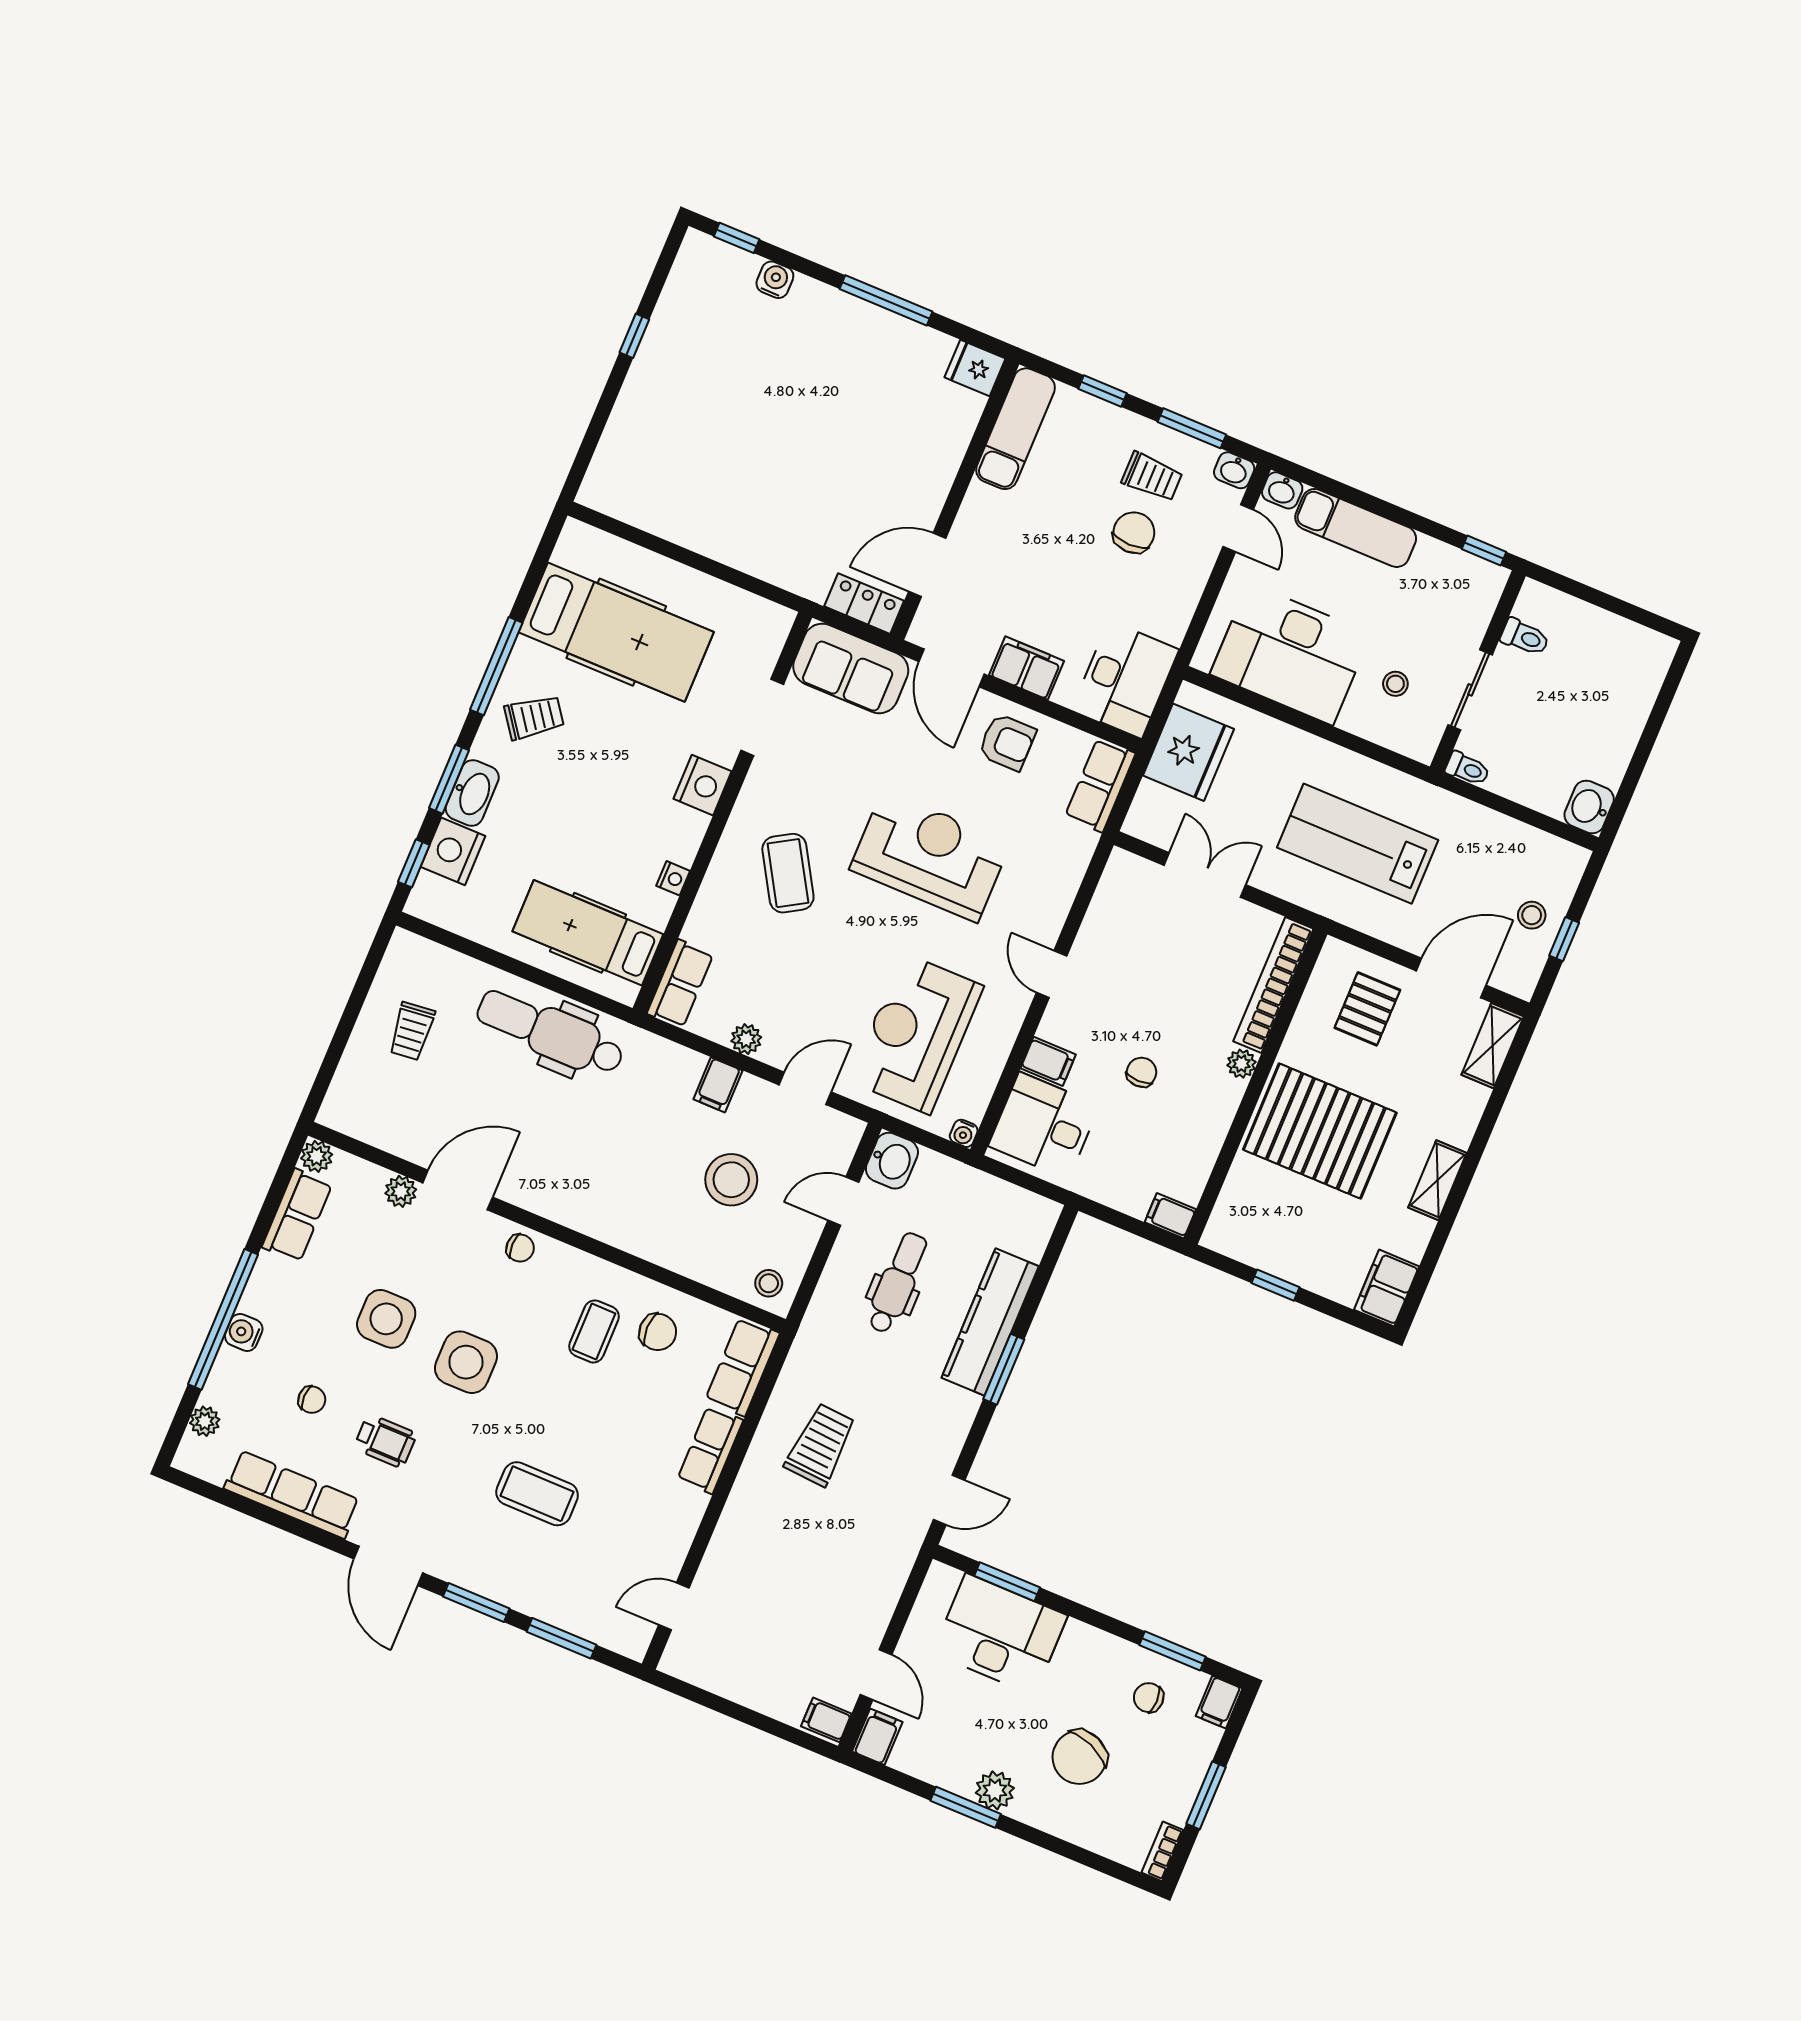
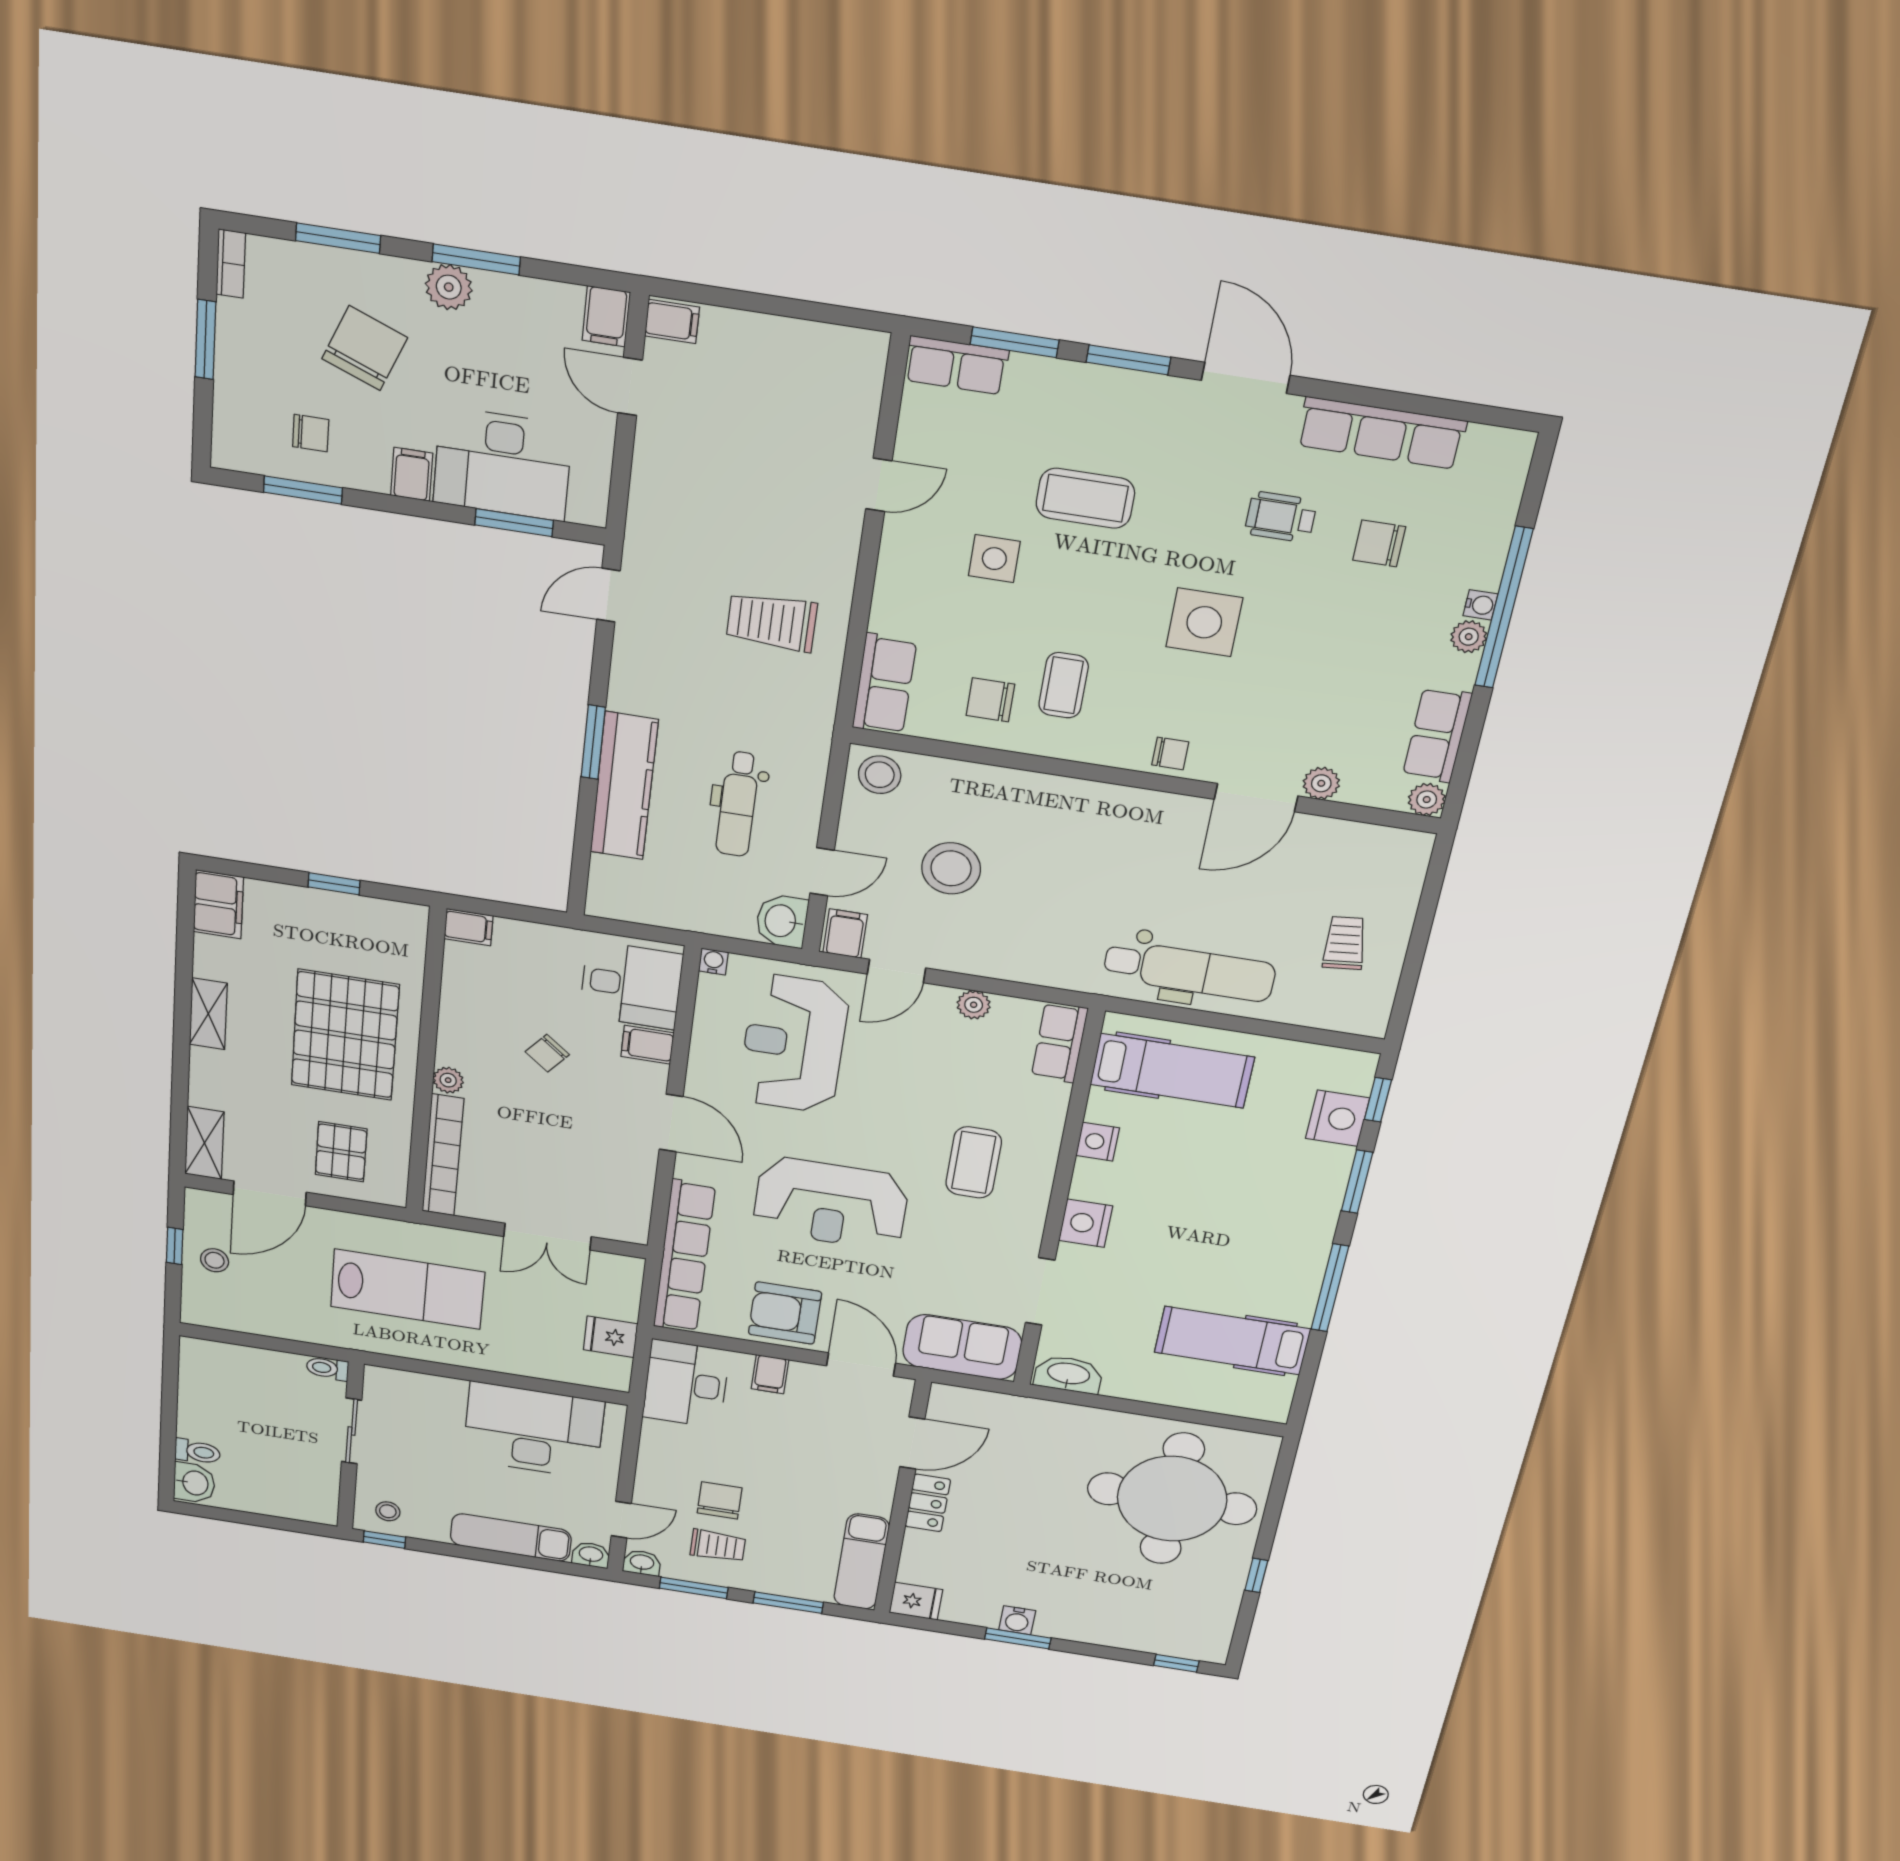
water cooler: (775, 280) -> (1017, 1620), moved
window: (886, 300) -> (1018, 1638), width x0.69
window: (1103, 391) -> (788, 1603), width x1.50
round table: (695, 447) -> (1172, 1499), added
trolley: (1152, 477) -> (718, 1546), turned 180
door: (1238, 528) -> (621, 1520), swing flipped
chair: (1134, 533) -> (720, 1500), turned 180
locker: (864, 604) -> (928, 1503), moved, turned -90
hospital bed: (616, 632) -> (1232, 1341), width x0.73, depth x0.78
toilet: (1525, 637) -> (198, 1452), moved, turned 180
filing cabinet: (1027, 668) -> (770, 1374), width x0.50
stool: (1395, 684) -> (388, 1511), moved
trolley: (534, 717) -> (1279, 1251), removed
armchair: (1007, 742) -> (785, 1313), width x1.38, depth x1.38
fridge: (1188, 752) -> (611, 1337), width x0.53, depth x0.75
row of seats: (1100, 785) -> (684, 1257), width x2.02
washbasin: (472, 793) -> (1068, 1374), moved, turned 90
washbasin: (1589, 807) -> (194, 1483), moved
coffee table: (788, 873) -> (974, 1162), turned 31
nightstand: (673, 878) -> (1098, 1142), width x1.39, depth x1.35
door: (1052, 974) -> (671, 1123), width x1.38
reception desk: (917, 1034) -> (794, 1044), turned 180
chair: (1141, 1072) -> (547, 1053), turned 39
filing cabinet: (718, 1085) -> (845, 934), moved
pallet: (1320, 1131) -> (345, 1035), turned 90
chair: (520, 1248) -> (1170, 753), turned 180
stool: (769, 1283) -> (880, 775), width x1.37, depth x1.37
side table: (386, 1319) -> (994, 559), moved, width x0.73, depth x0.73
water cooler: (244, 1332) -> (1480, 605), width x0.72, depth x0.72
chair: (312, 1400) -> (1379, 543), width x1.37, depth x1.37
plant: (205, 1421) -> (1469, 637), moved
trolley: (820, 1445) -> (772, 622), turned 86
row of seats: (710, 1450) -> (956, 365), moved, turned 90
door: (674, 1606) -> (879, 485), moved
filing cabinet: (1219, 1702) -> (412, 474), moved
window: (1069, 1851) -> (338, 238), added

